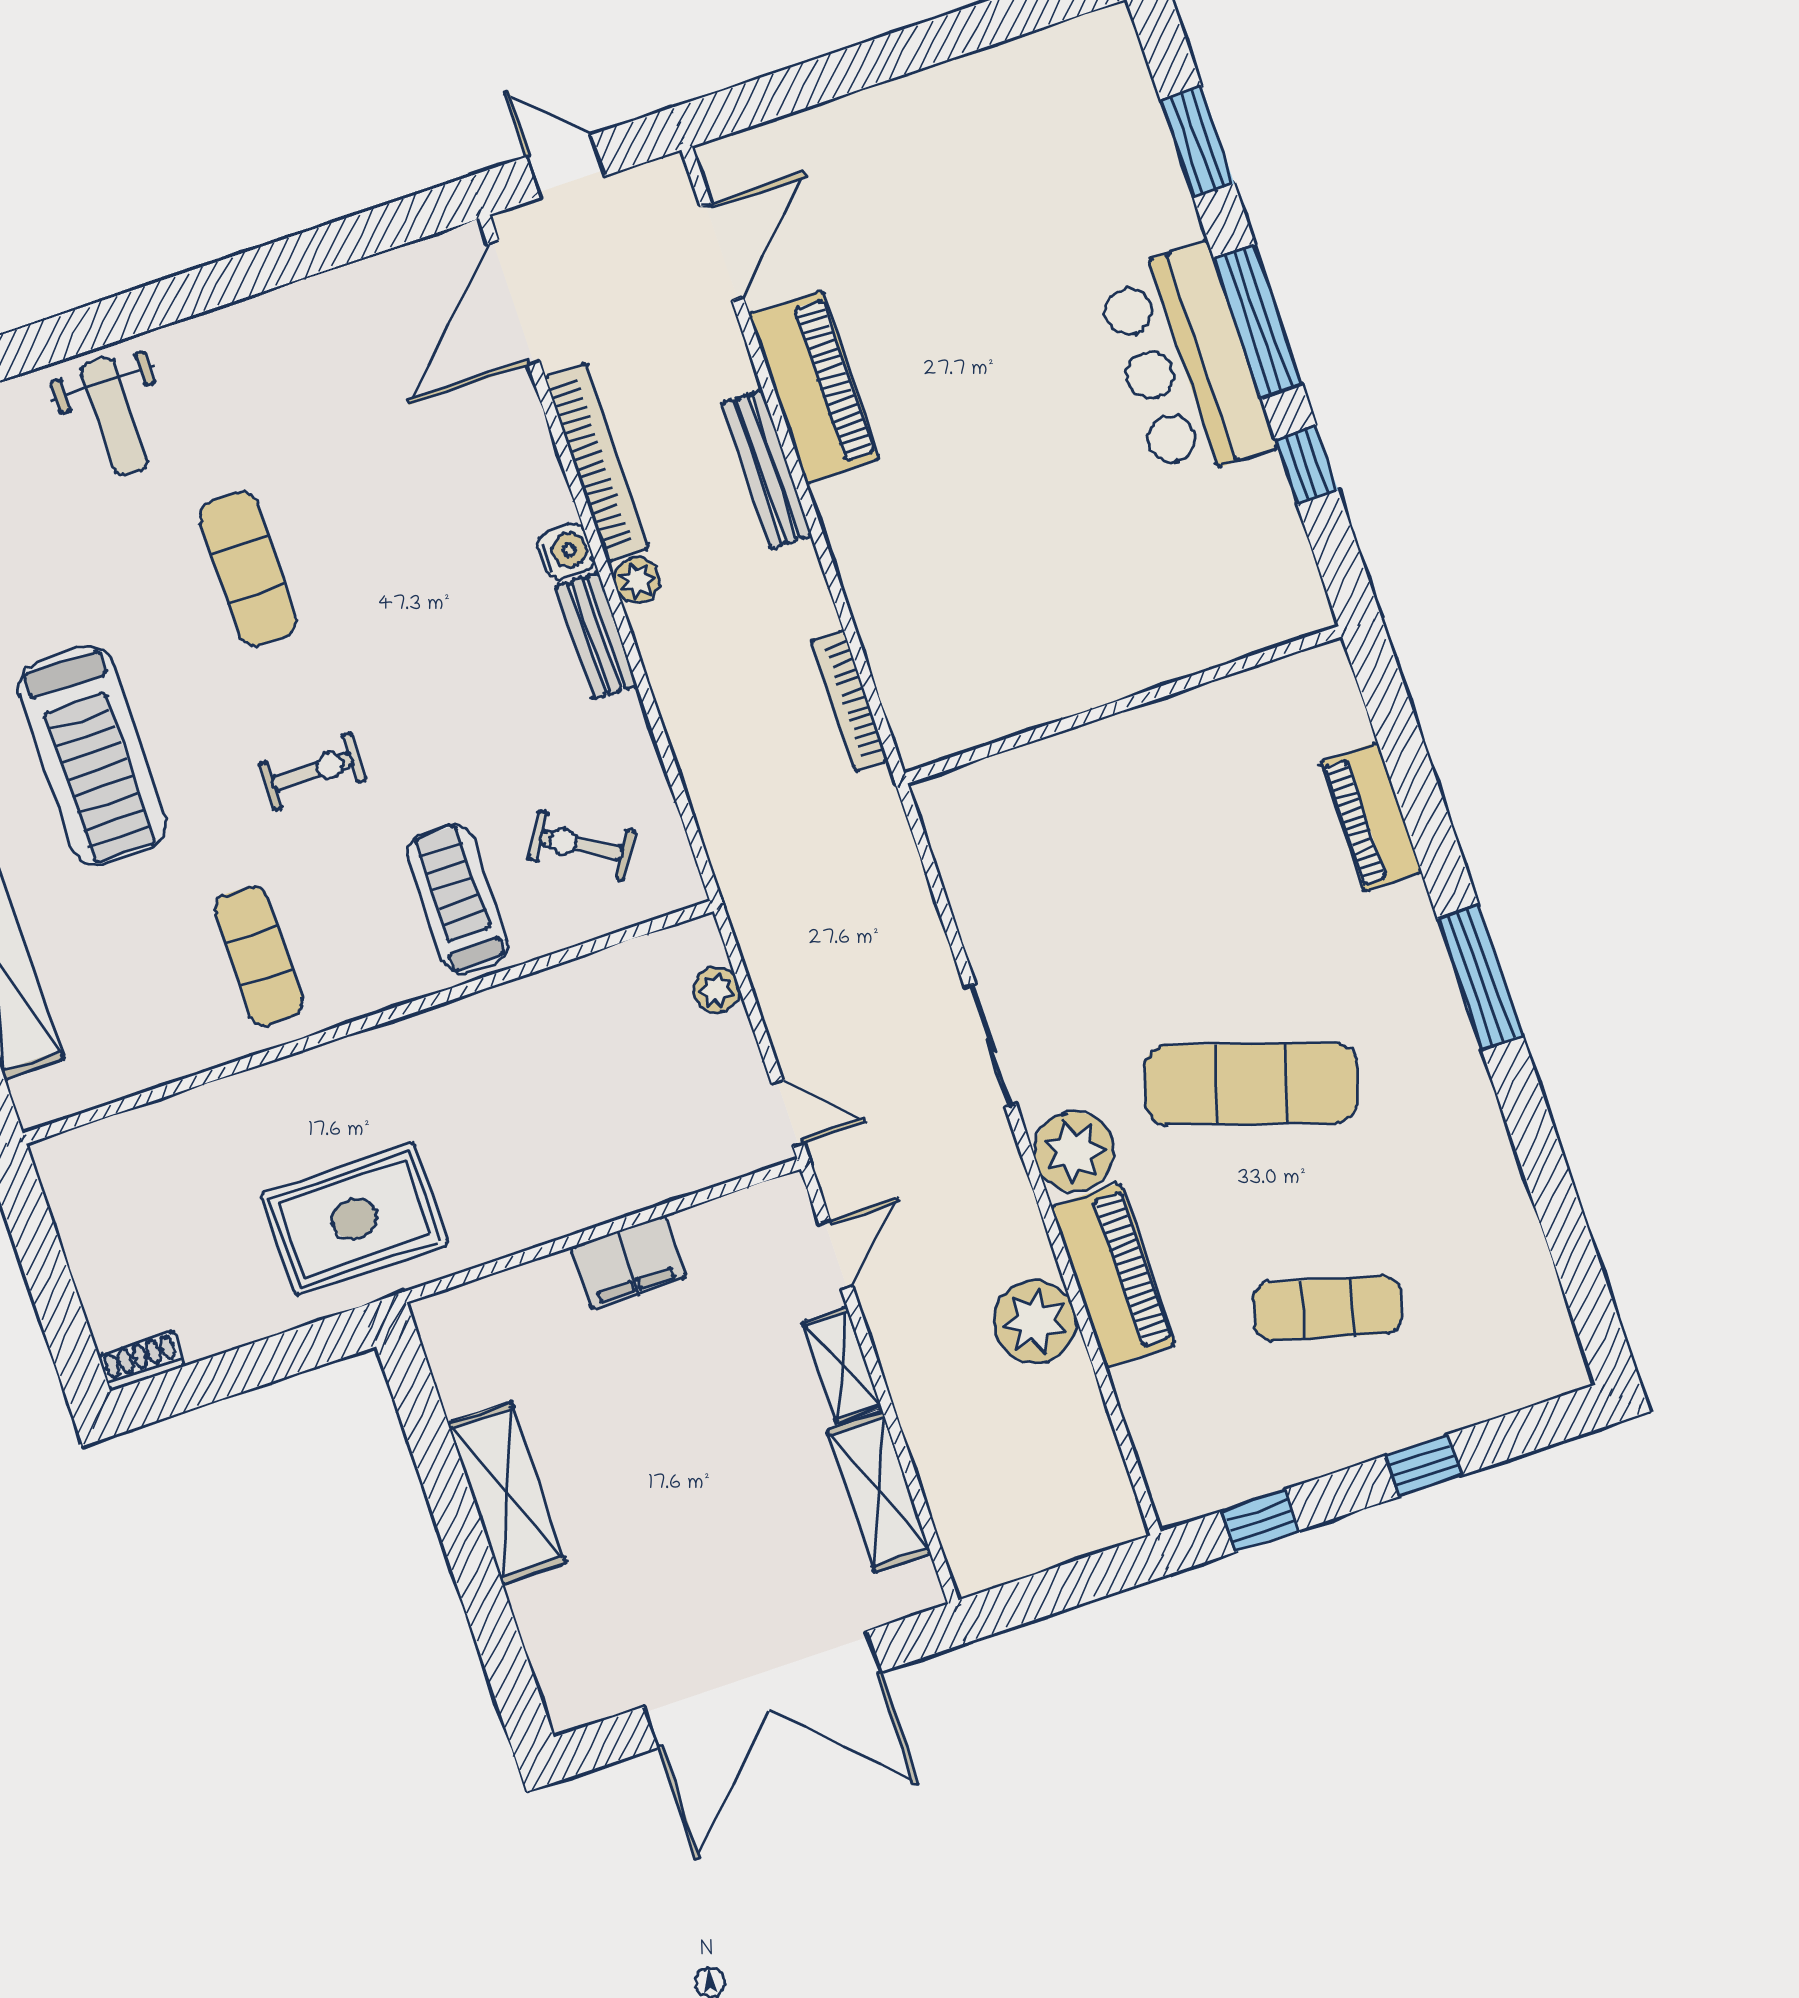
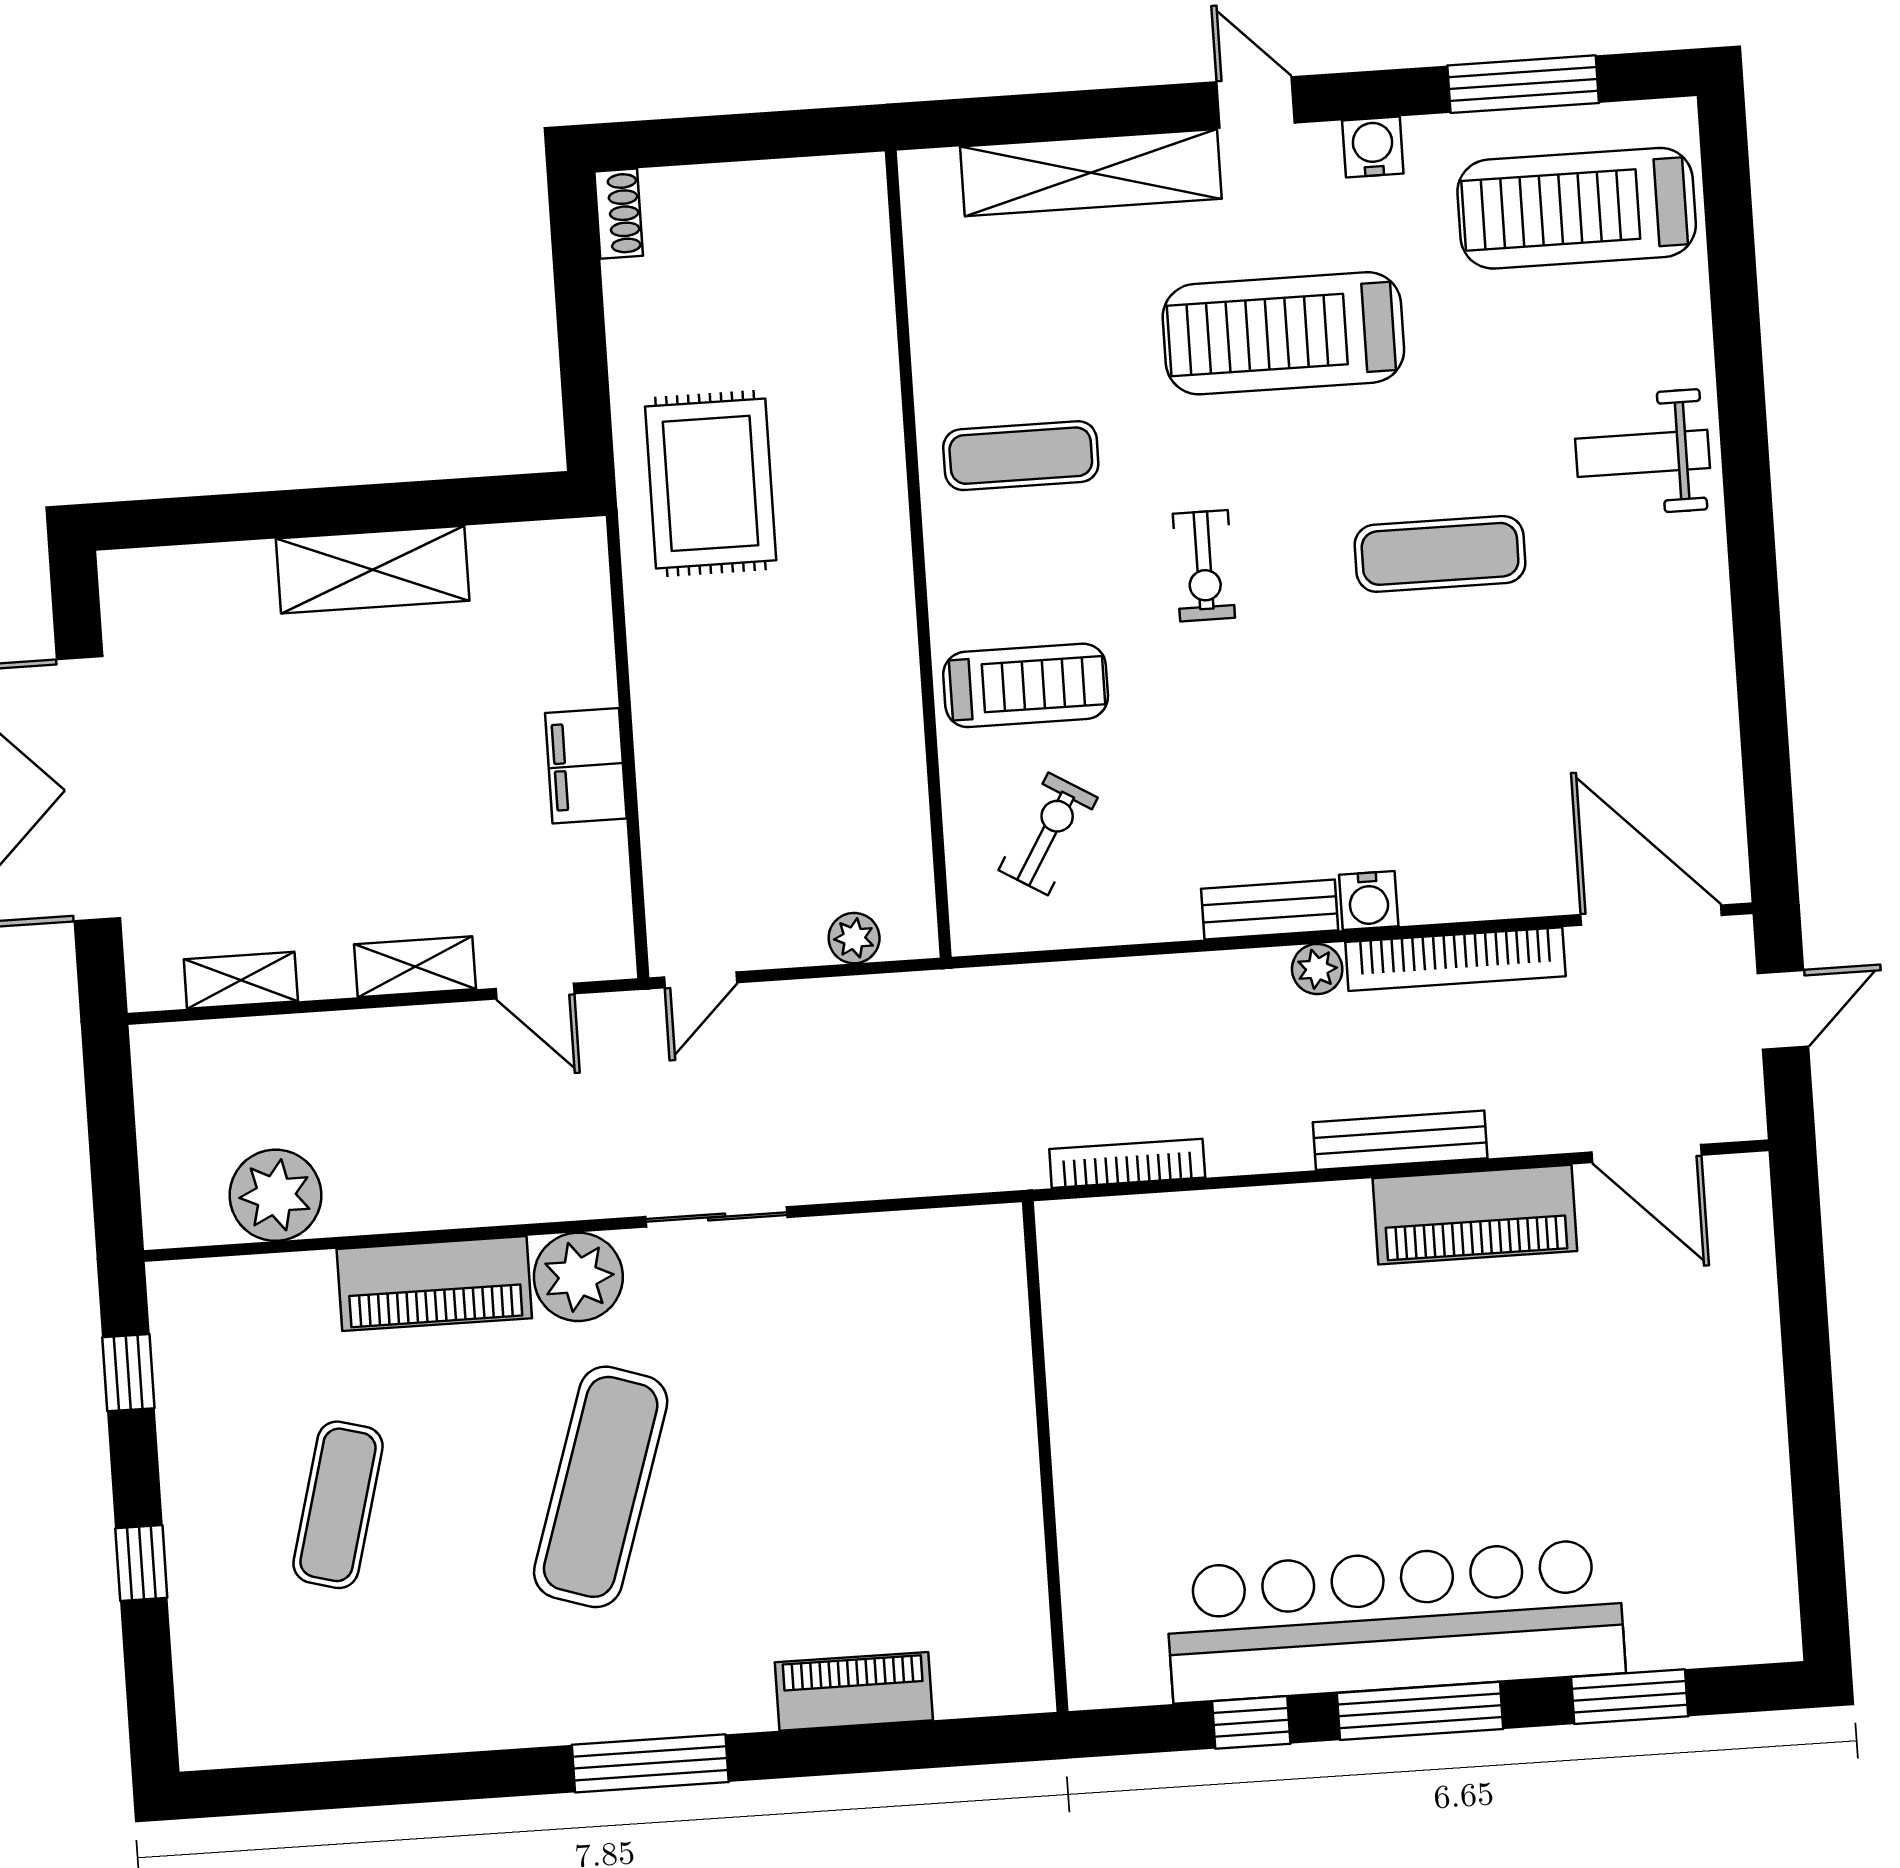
bar counter: (1185, 363) -> (1395, 1621), width x1.86
plant: (1035, 1322) -> (275, 1195), moved
shelving: (879, 1492) -> (241, 980), width x0.67, depth x0.75

